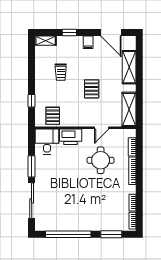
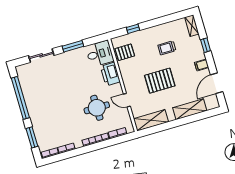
pallet: (92, 89) -> (160, 81), width x1.50, depth x1.42
sliding door: (32, 201) -> (41, 55), width x0.73

